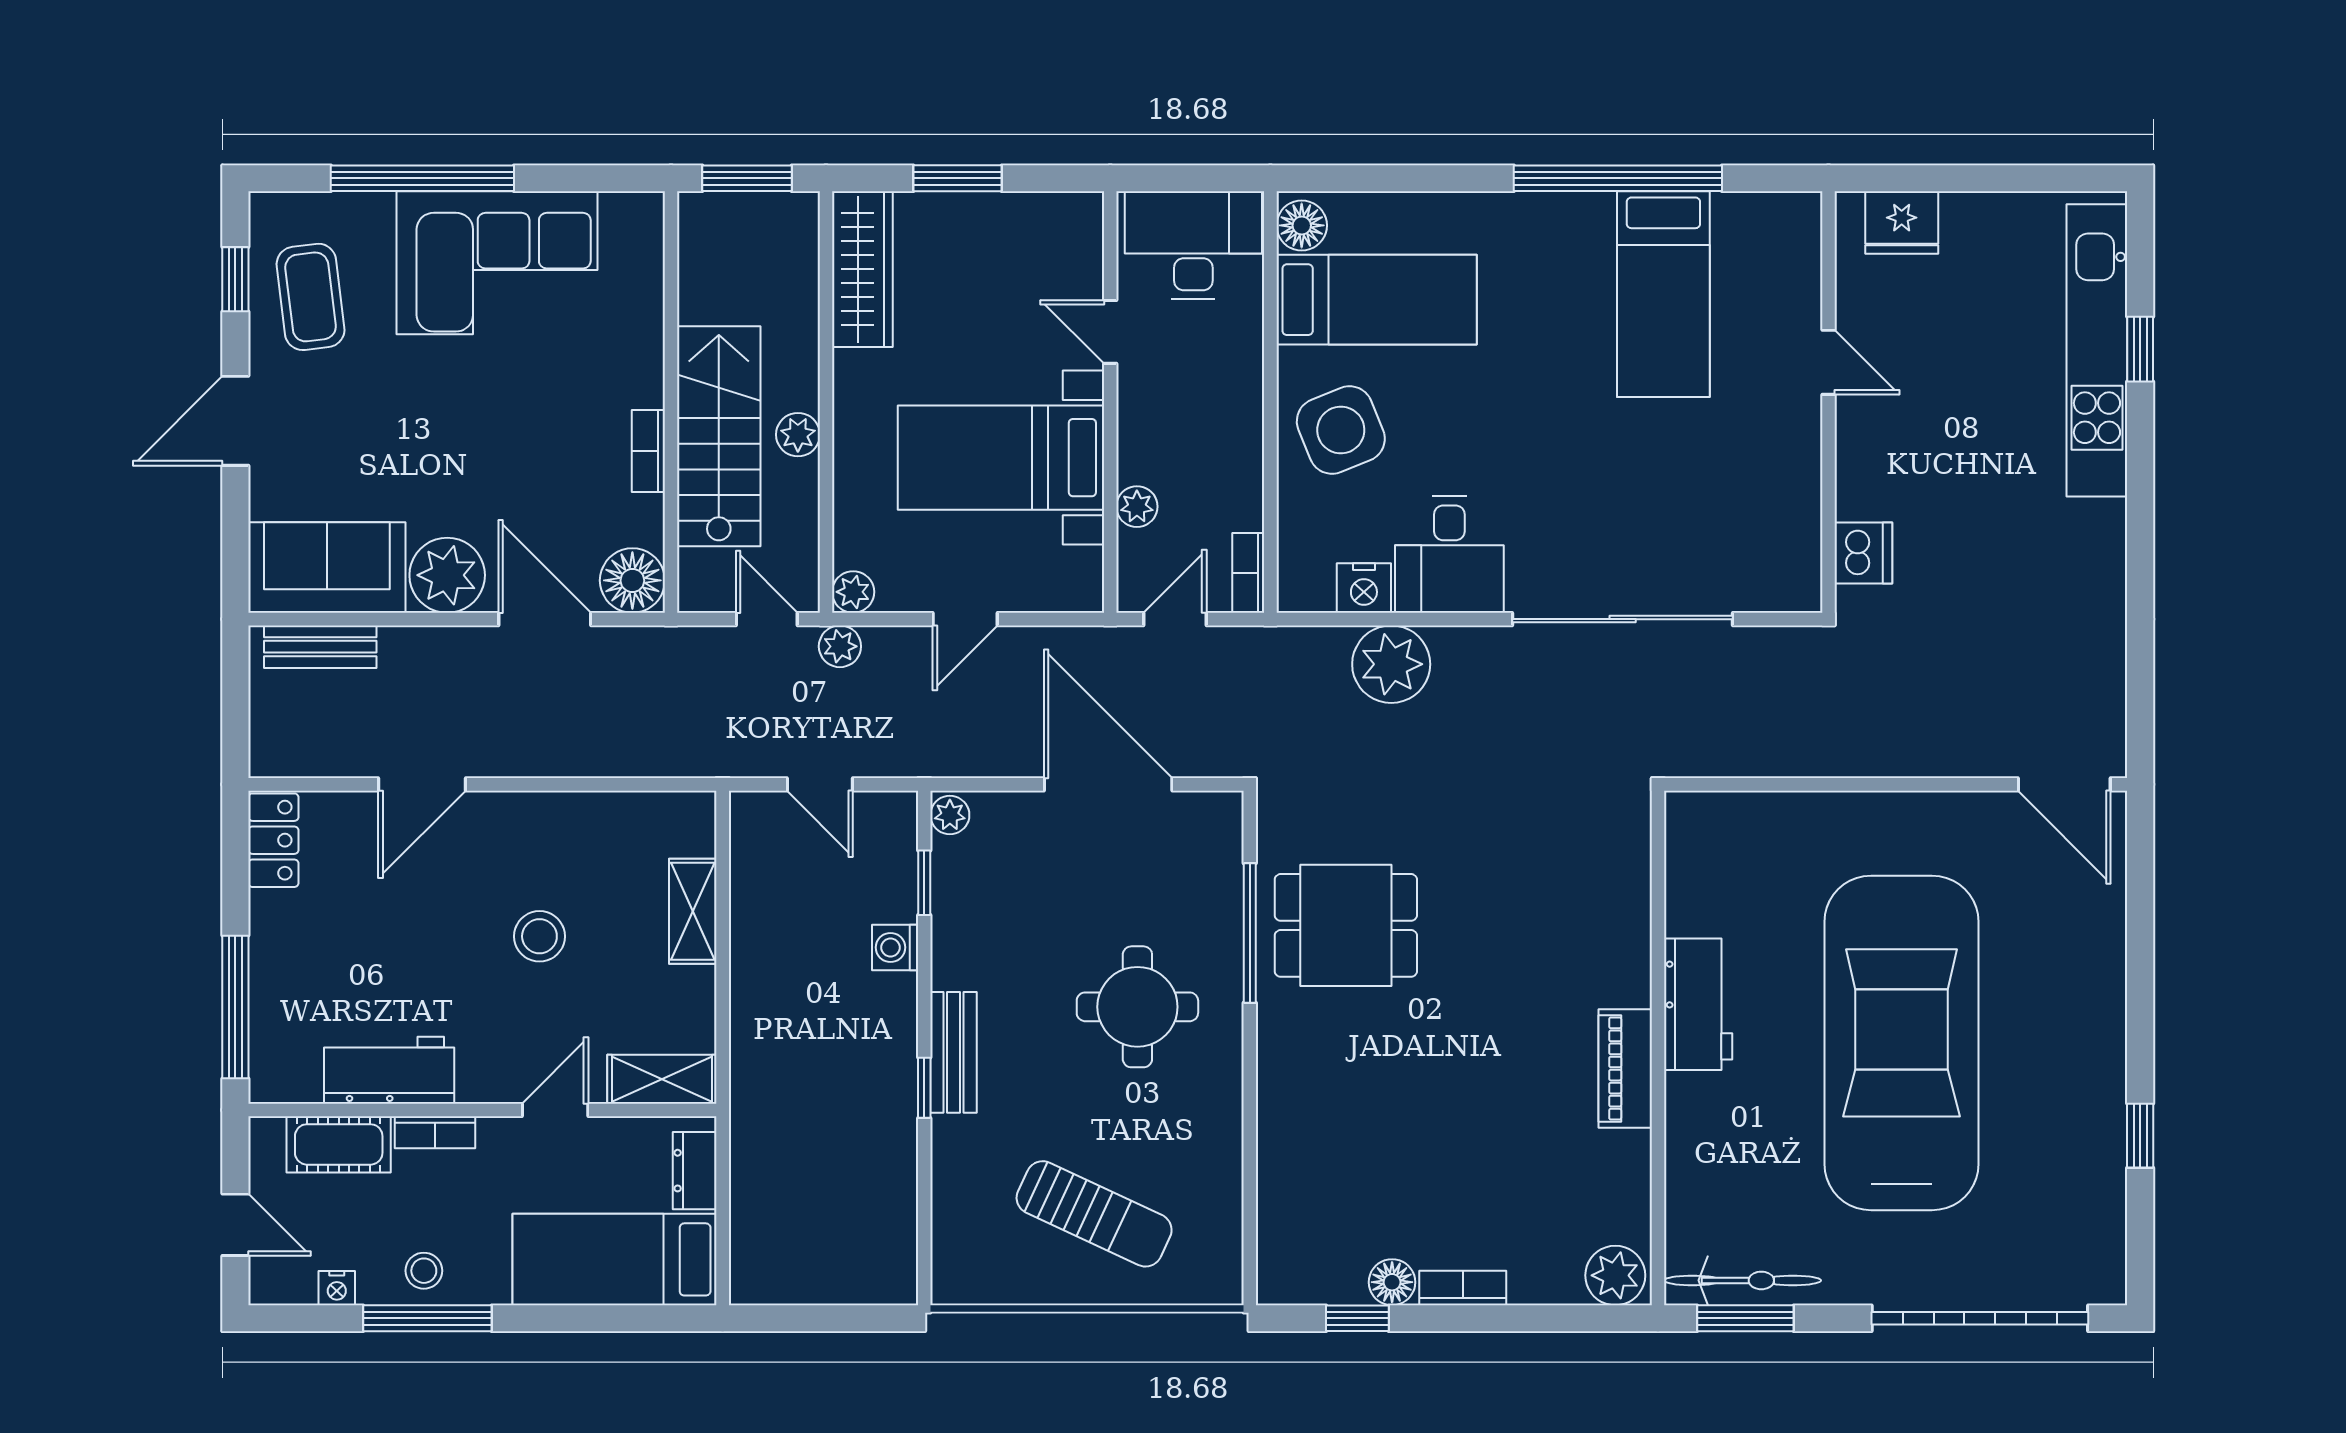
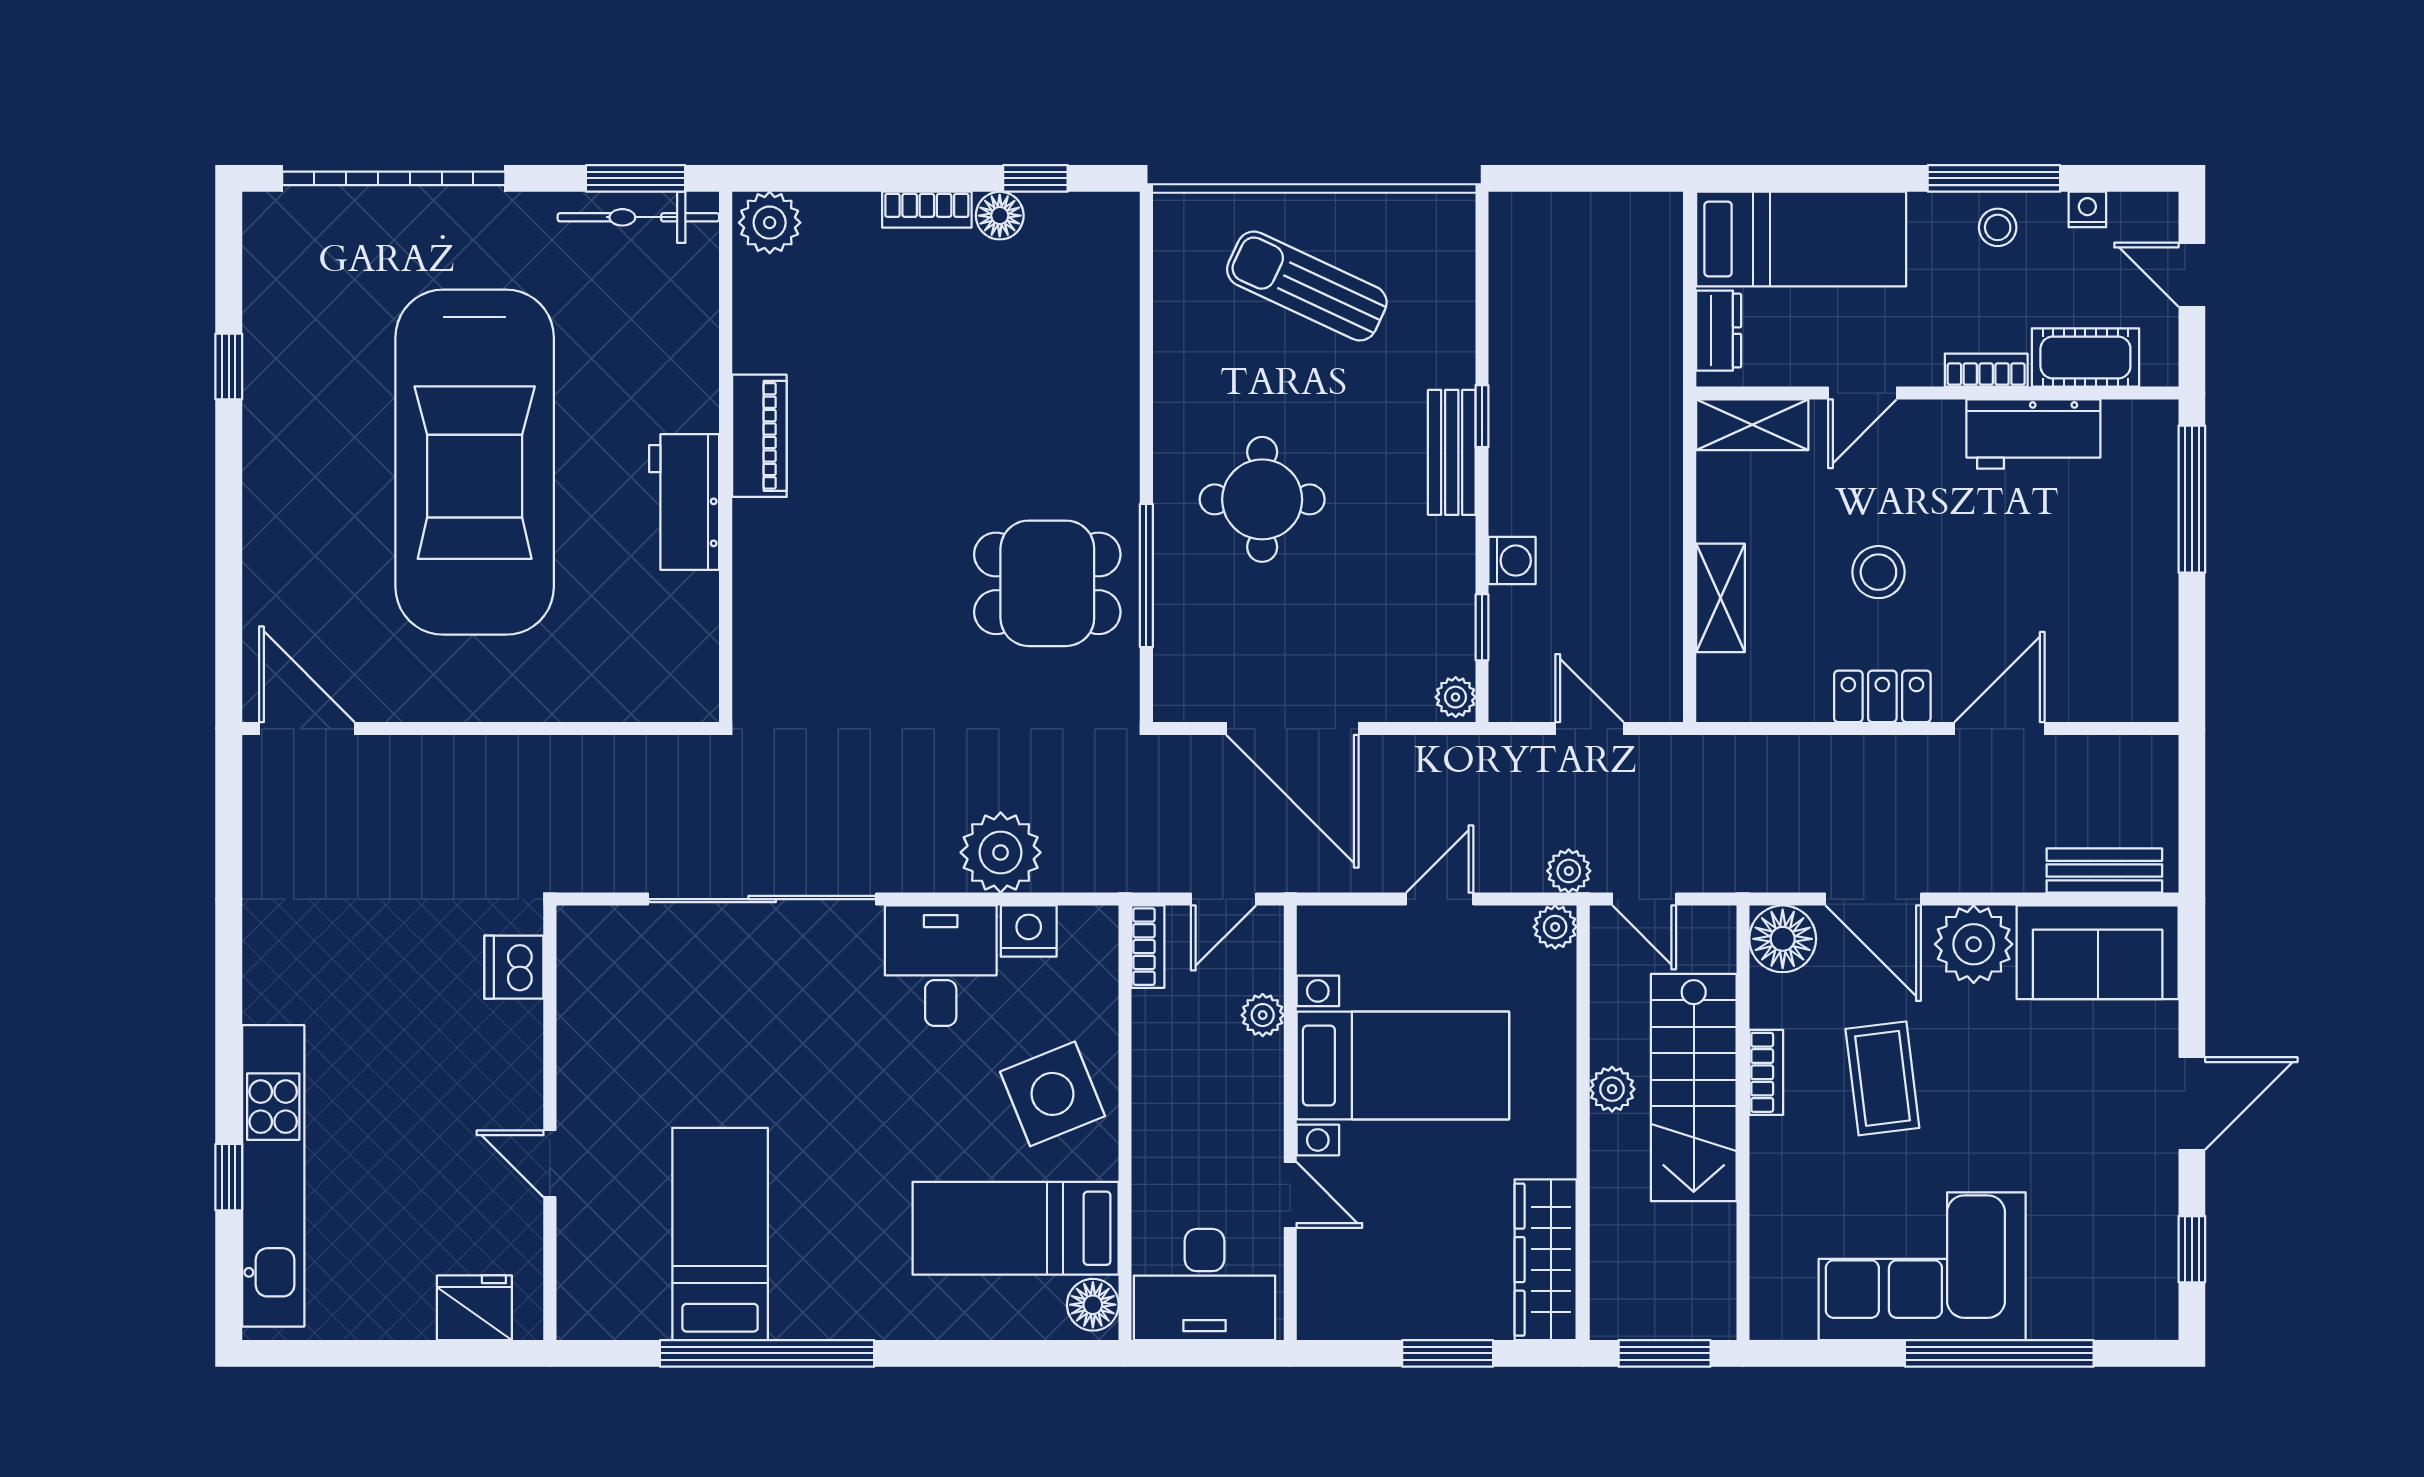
coffee table: (311, 297) -> (1882, 1078), moved
locker: (273, 840) -> (1882, 696), moved, turned 90

